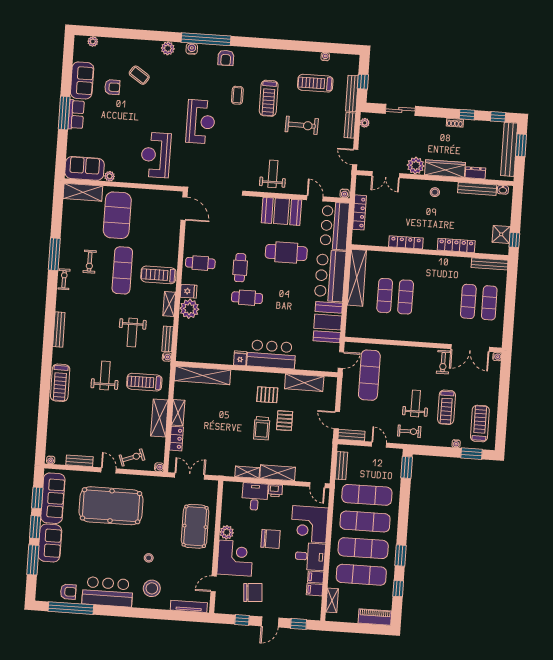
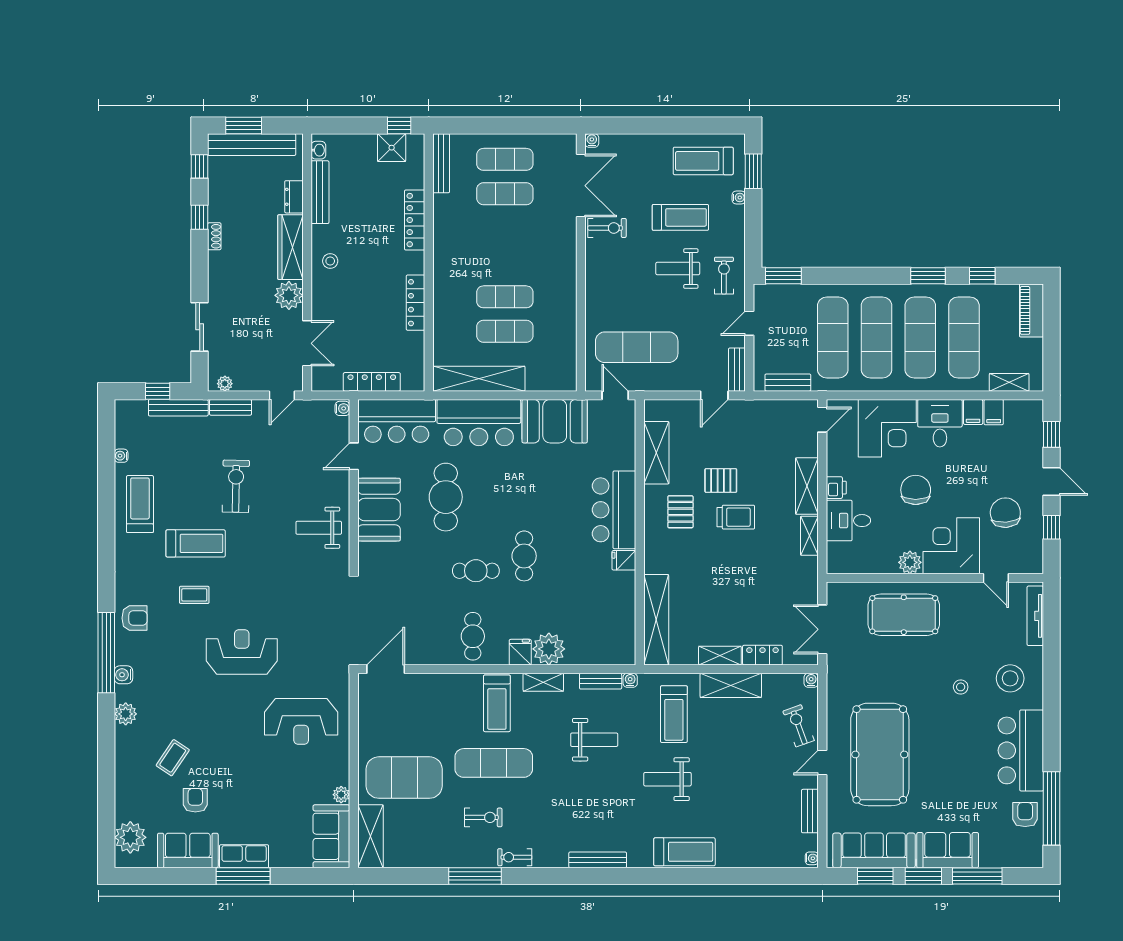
plant: (93, 41) -> (130, 837), width x1.87, depth x1.87
treadmill: (315, 83) -> (140, 504), moved, turned 180

